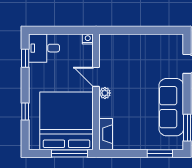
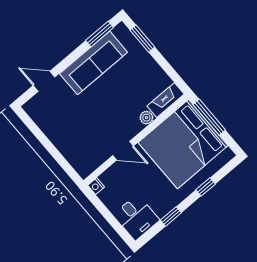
window: (25, 58) -> (171, 216), moved
door: (96, 77) -> (123, 151), hinge flipped
plant: (105, 93) -> (146, 118), moved

